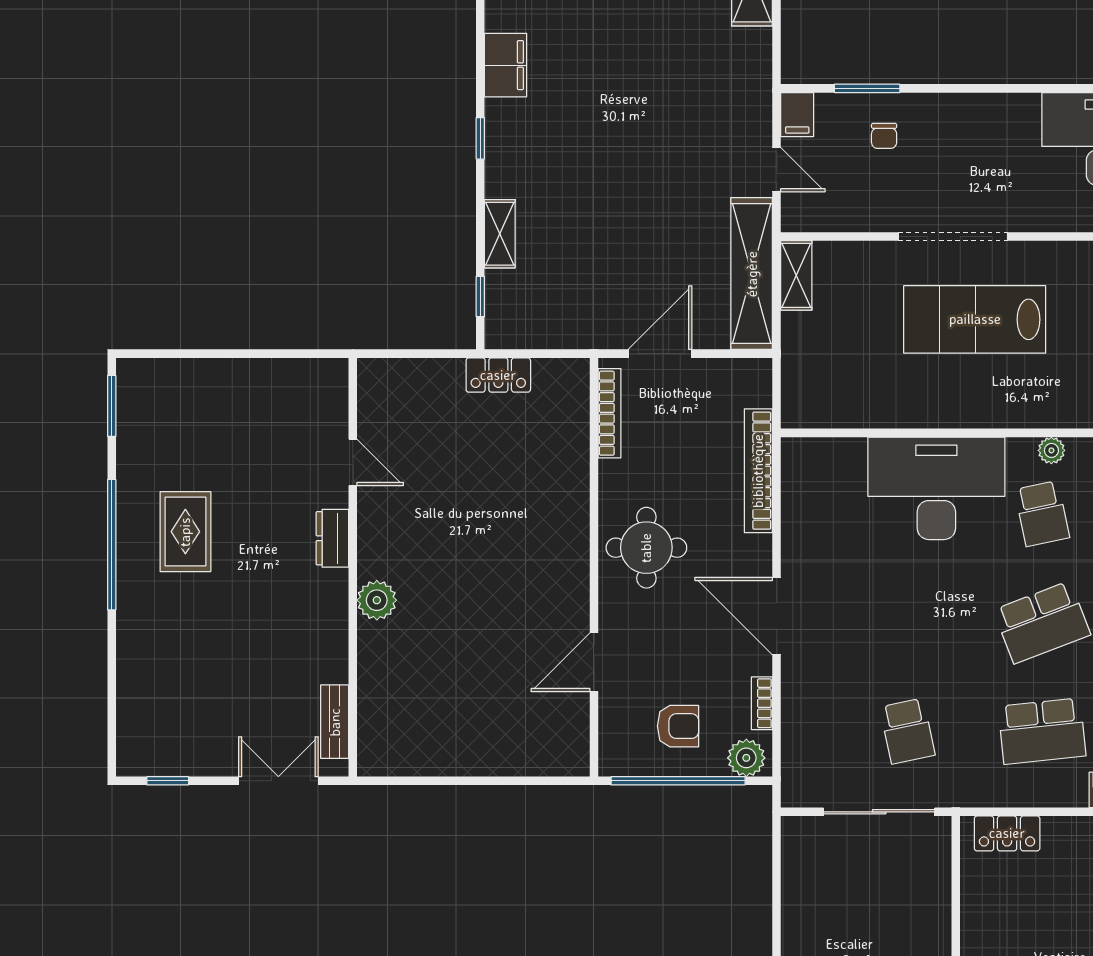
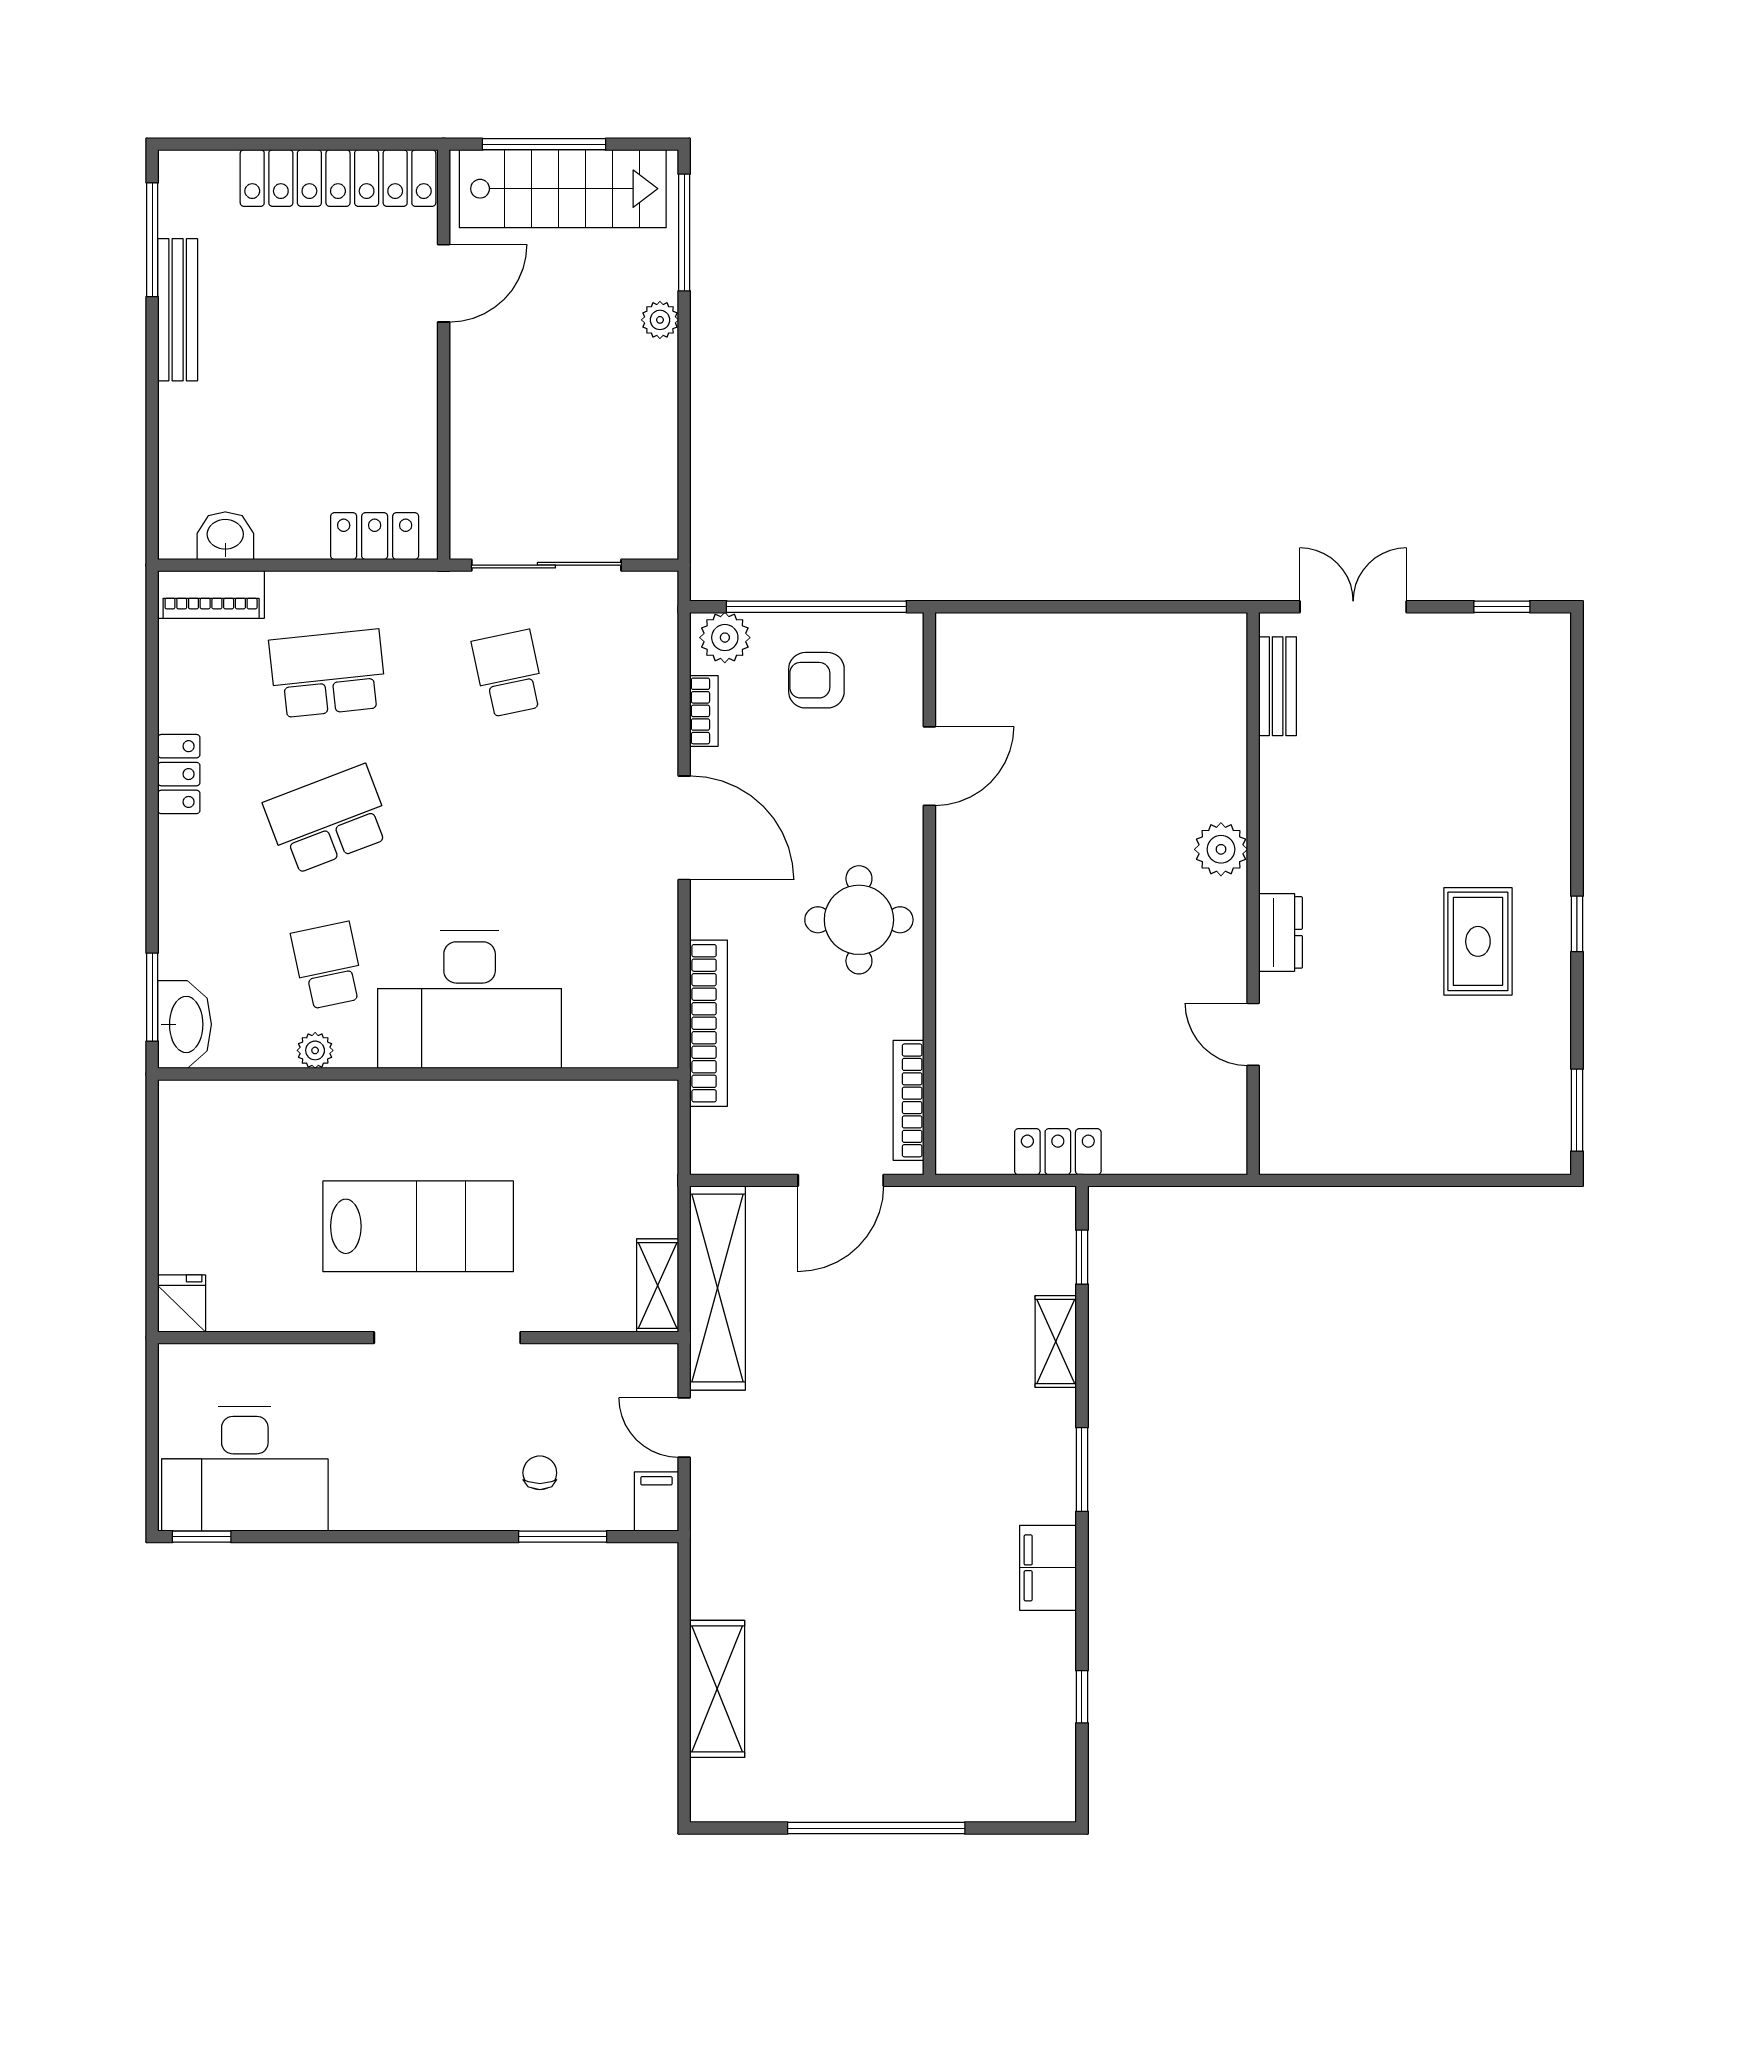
window: (480, 138) -> (1082, 1469), width x1.50
window: (112, 545) -> (1577, 924), width x0.32
double door: (278, 781) -> (1353, 607), swing flipped

